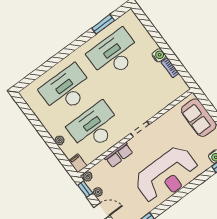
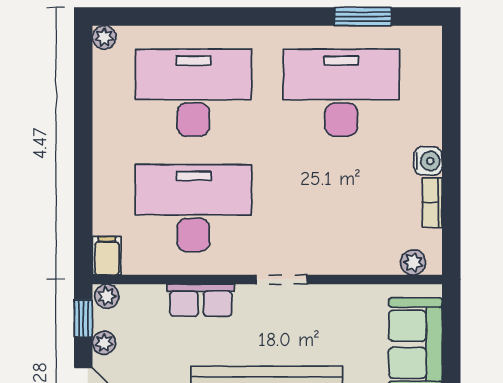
plant: (178, 92) -> (413, 262), added
plant: (59, 140) -> (104, 37), moved

